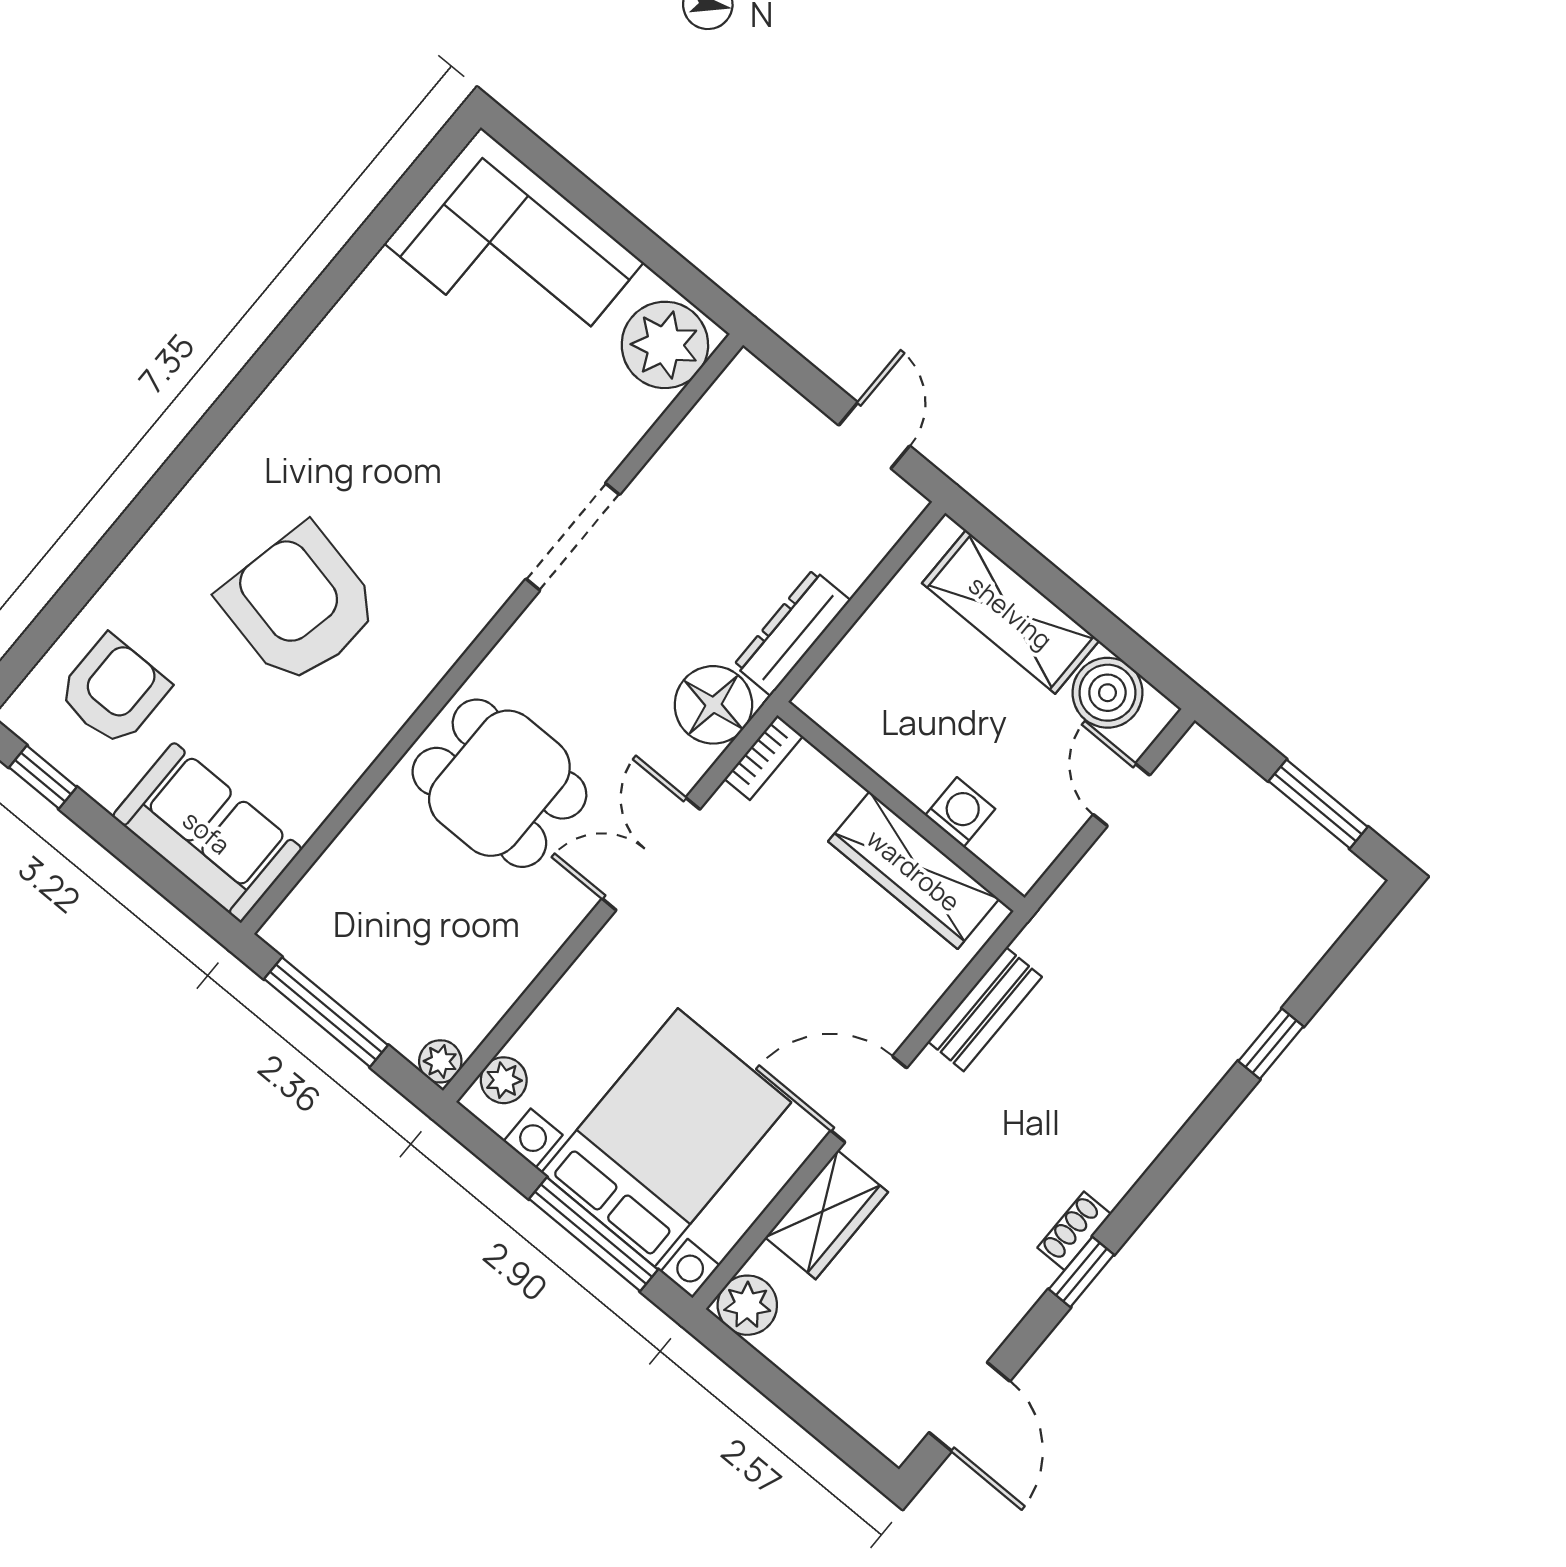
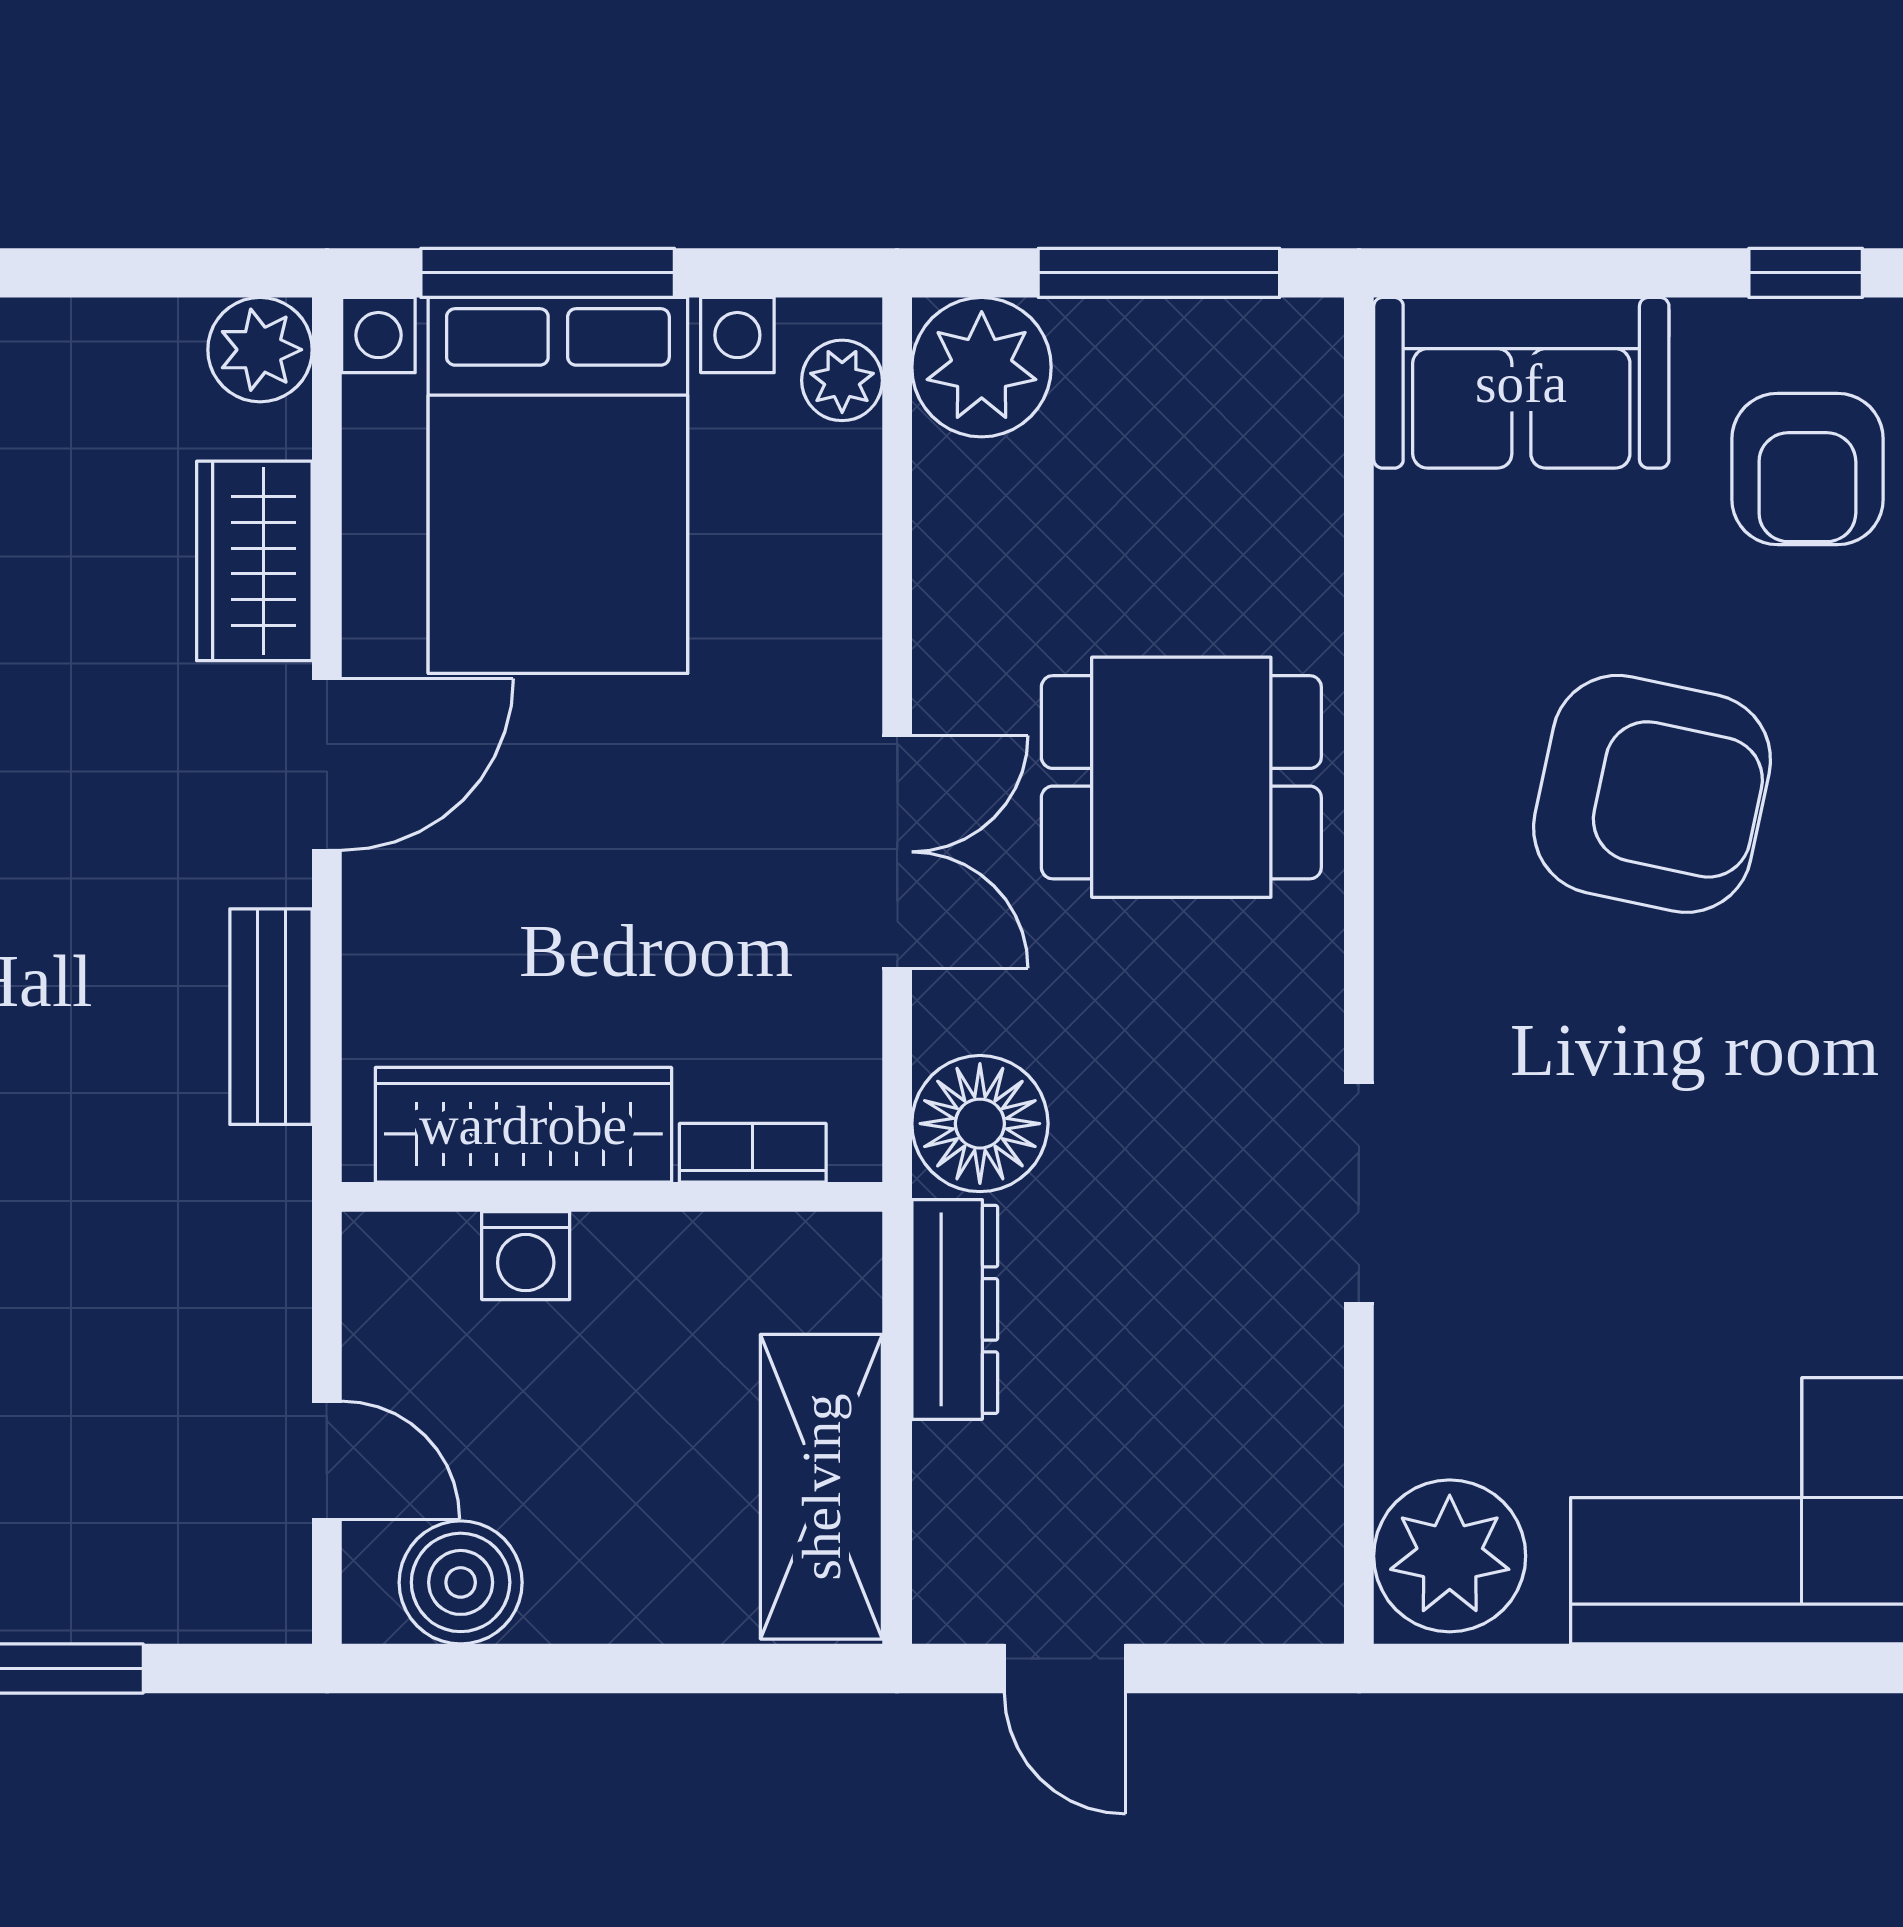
shelving: (1011, 612) -> (821, 1487), moved, turned 90
bookcase: (764, 757) -> (753, 1153), moved, turned 90
plant: (440, 1061) -> (982, 367), width x1.88, depth x1.88

